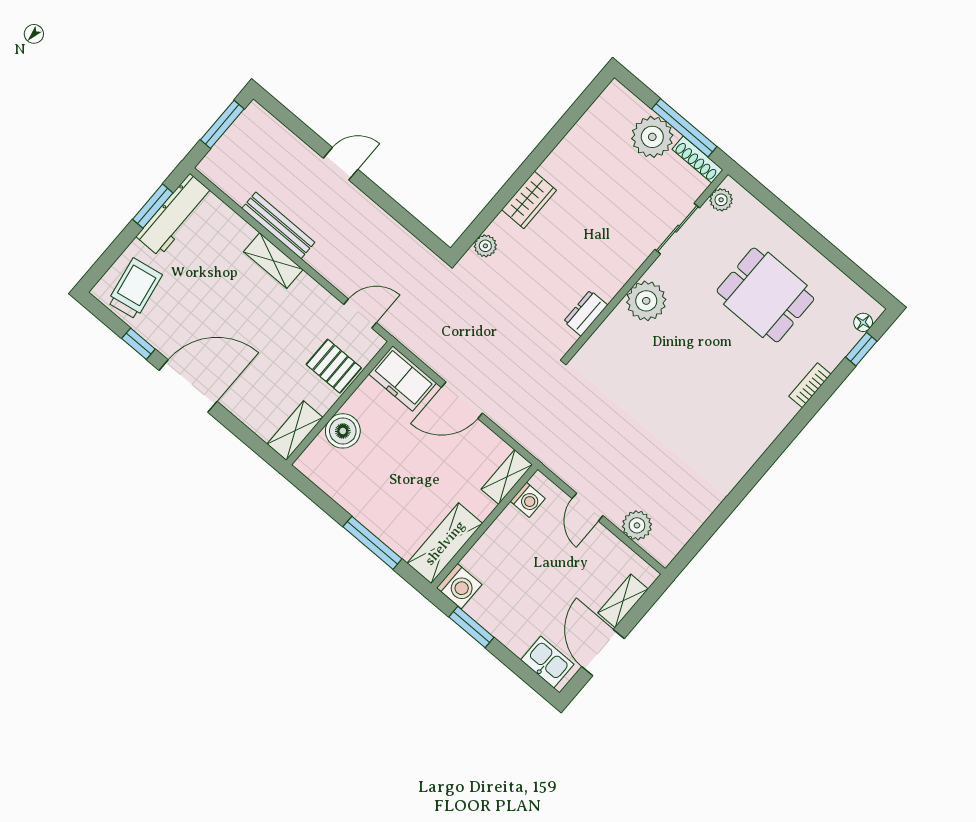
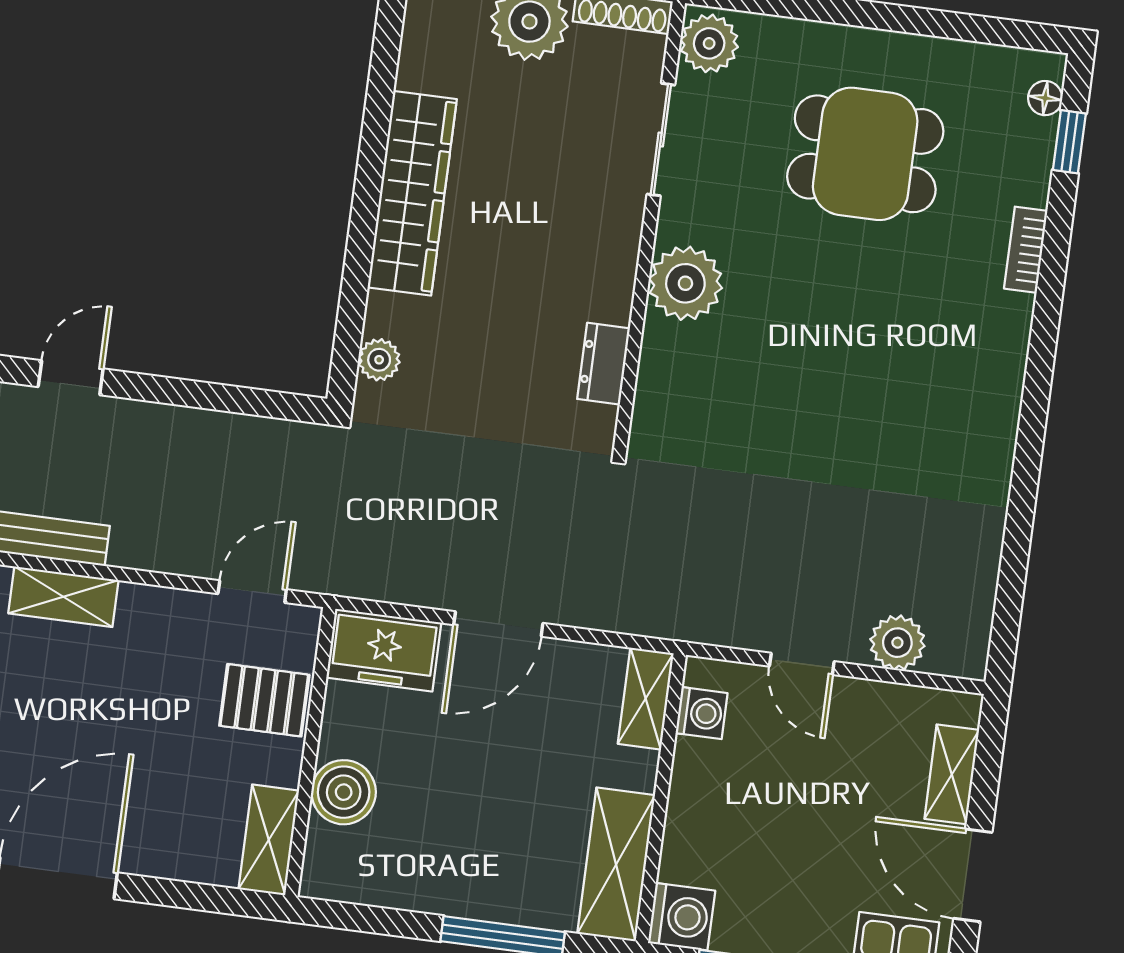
wardrobe: (529, 200) -> (412, 193), width x2.10, depth x1.17
plant: (721, 200) -> (709, 43), width x1.38, depth x1.38

